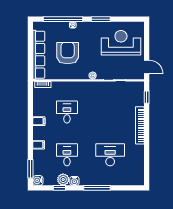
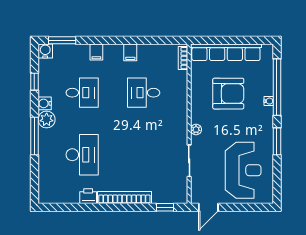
desk: (67, 112) -> (144, 93), turned 180
printer: (139, 151) -> (88, 196), added
plant: (63, 180) -> (47, 119), moved

